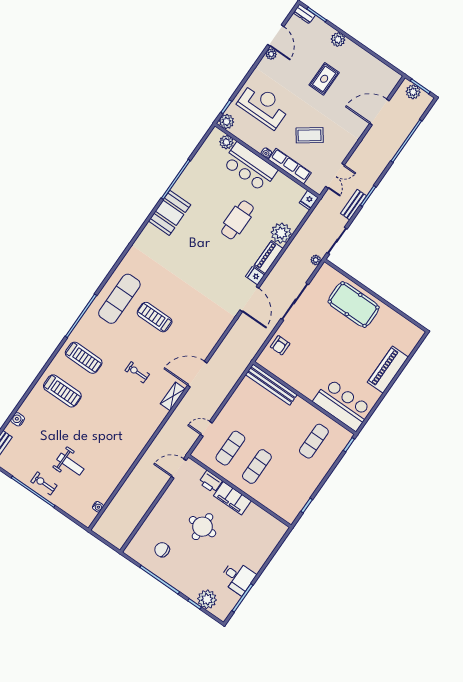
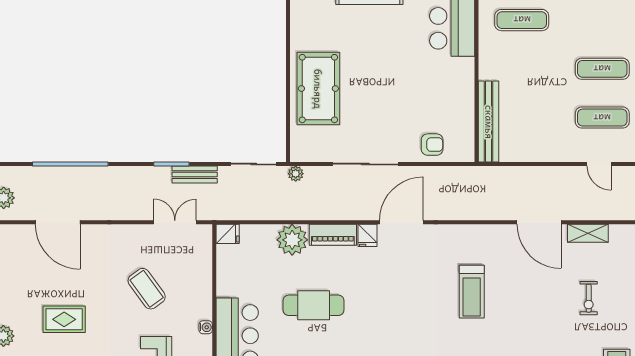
row of seats: (290, 166) -> (202, 287), removed
treadmill: (155, 317) -> (472, 292), moved

